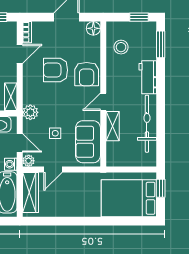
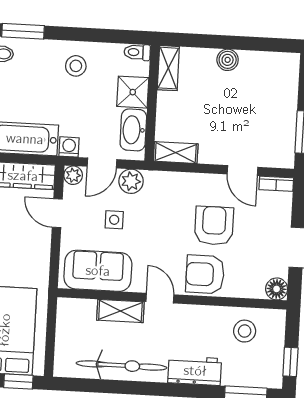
plant: (30, 112) -> (131, 181), moved

